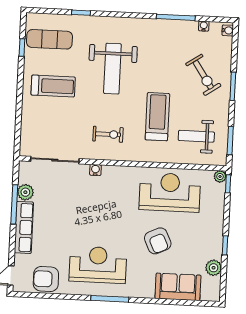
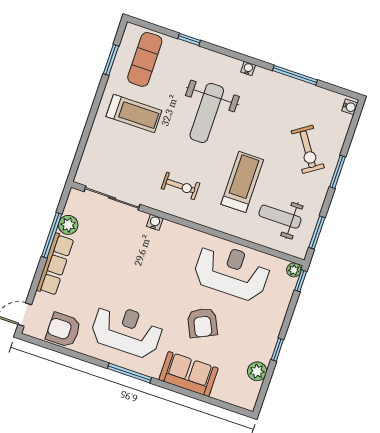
water cooler: (204, 26) -> (248, 68), moved
exercise mat: (49, 39) -> (145, 59), turned 90
window: (22, 48) -> (111, 60), width x1.50
sofa: (178, 287) -> (188, 374), moved

